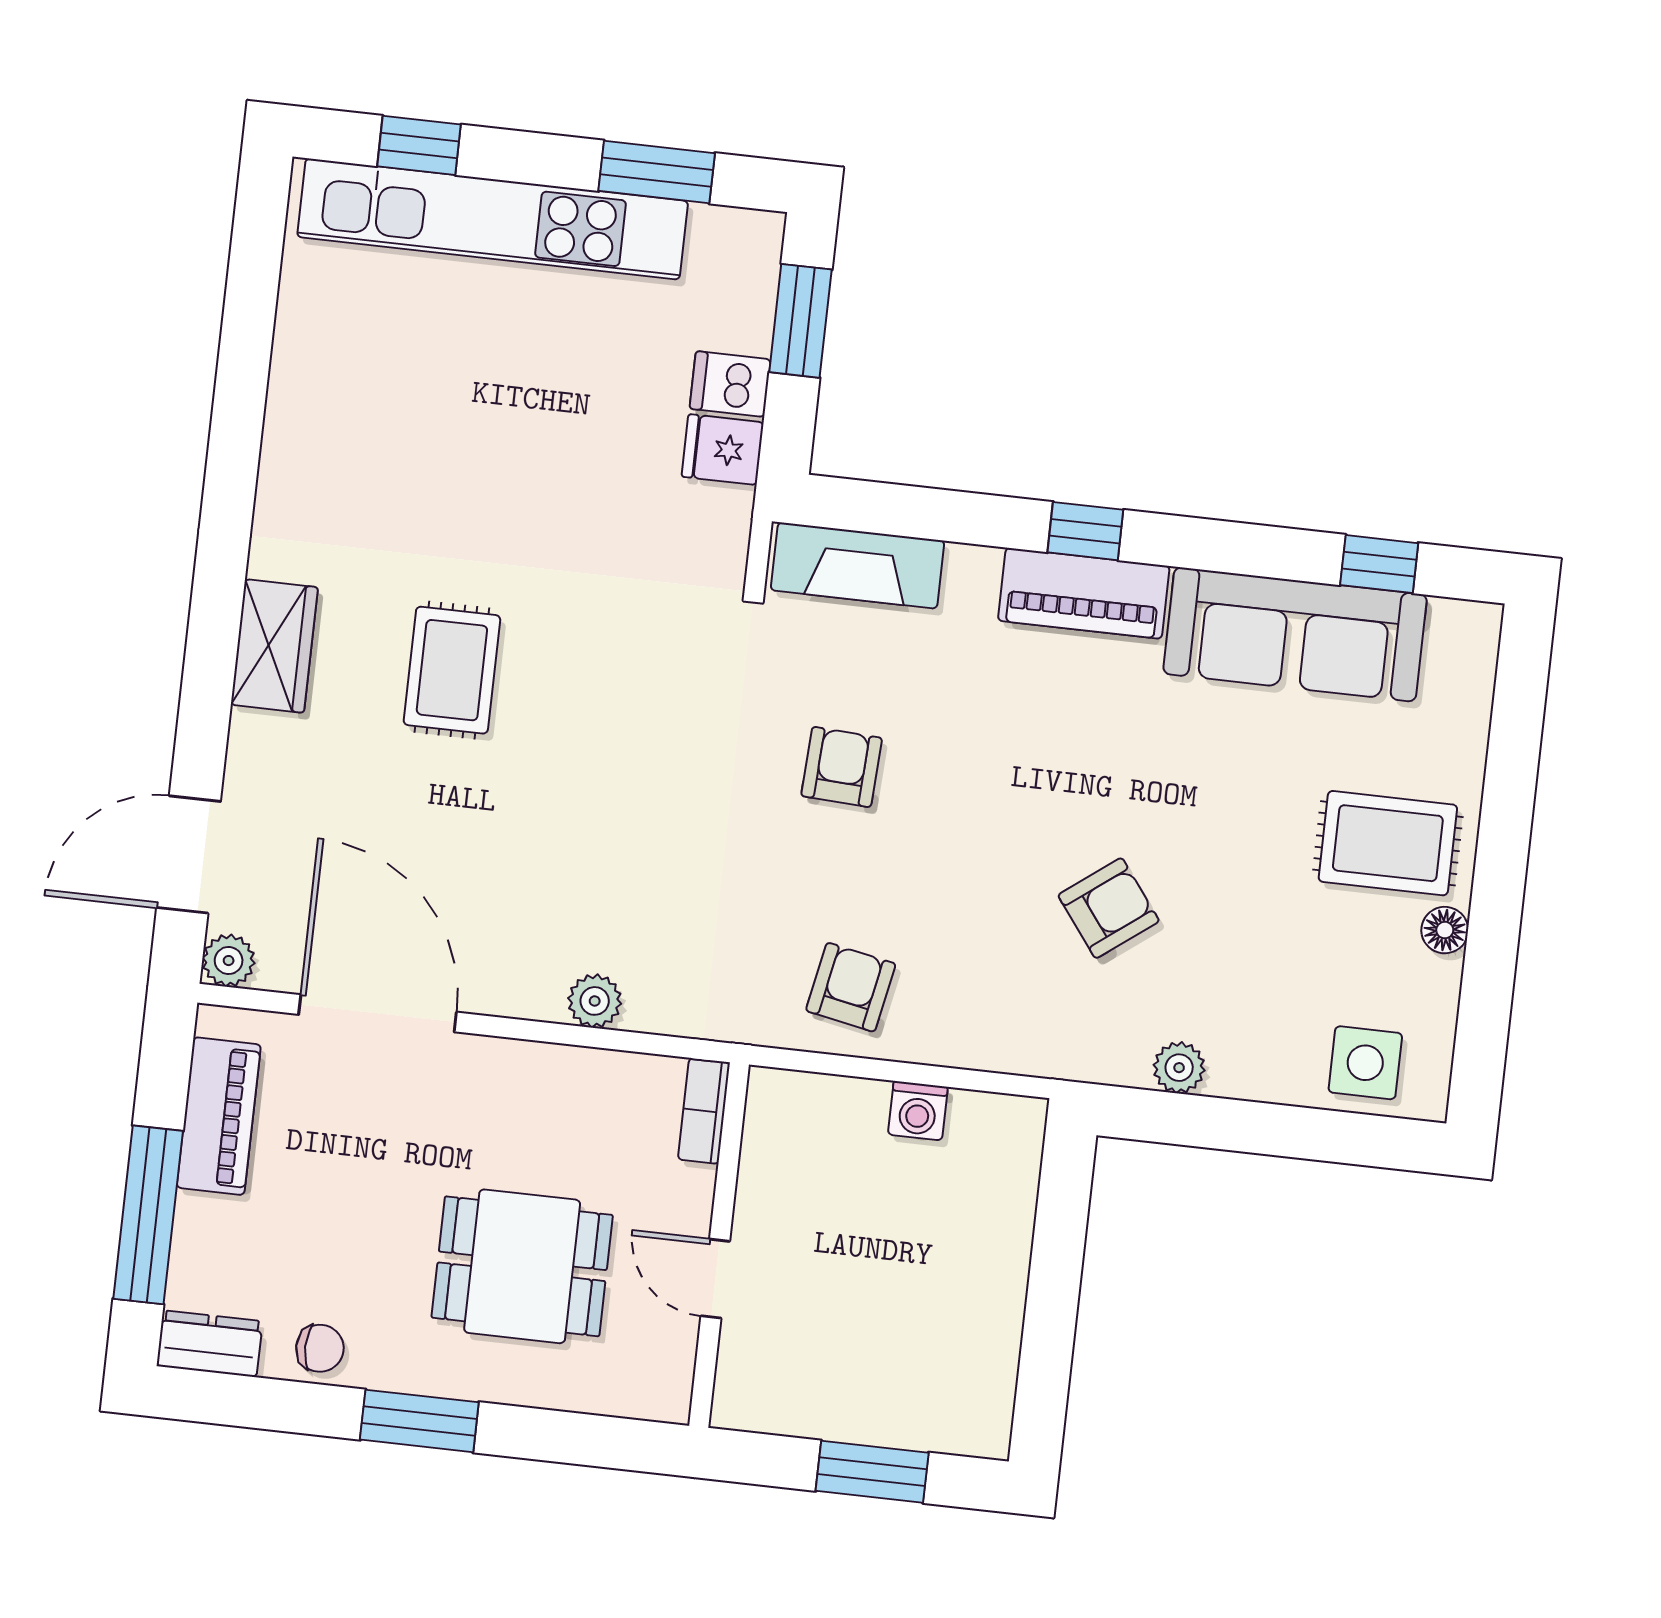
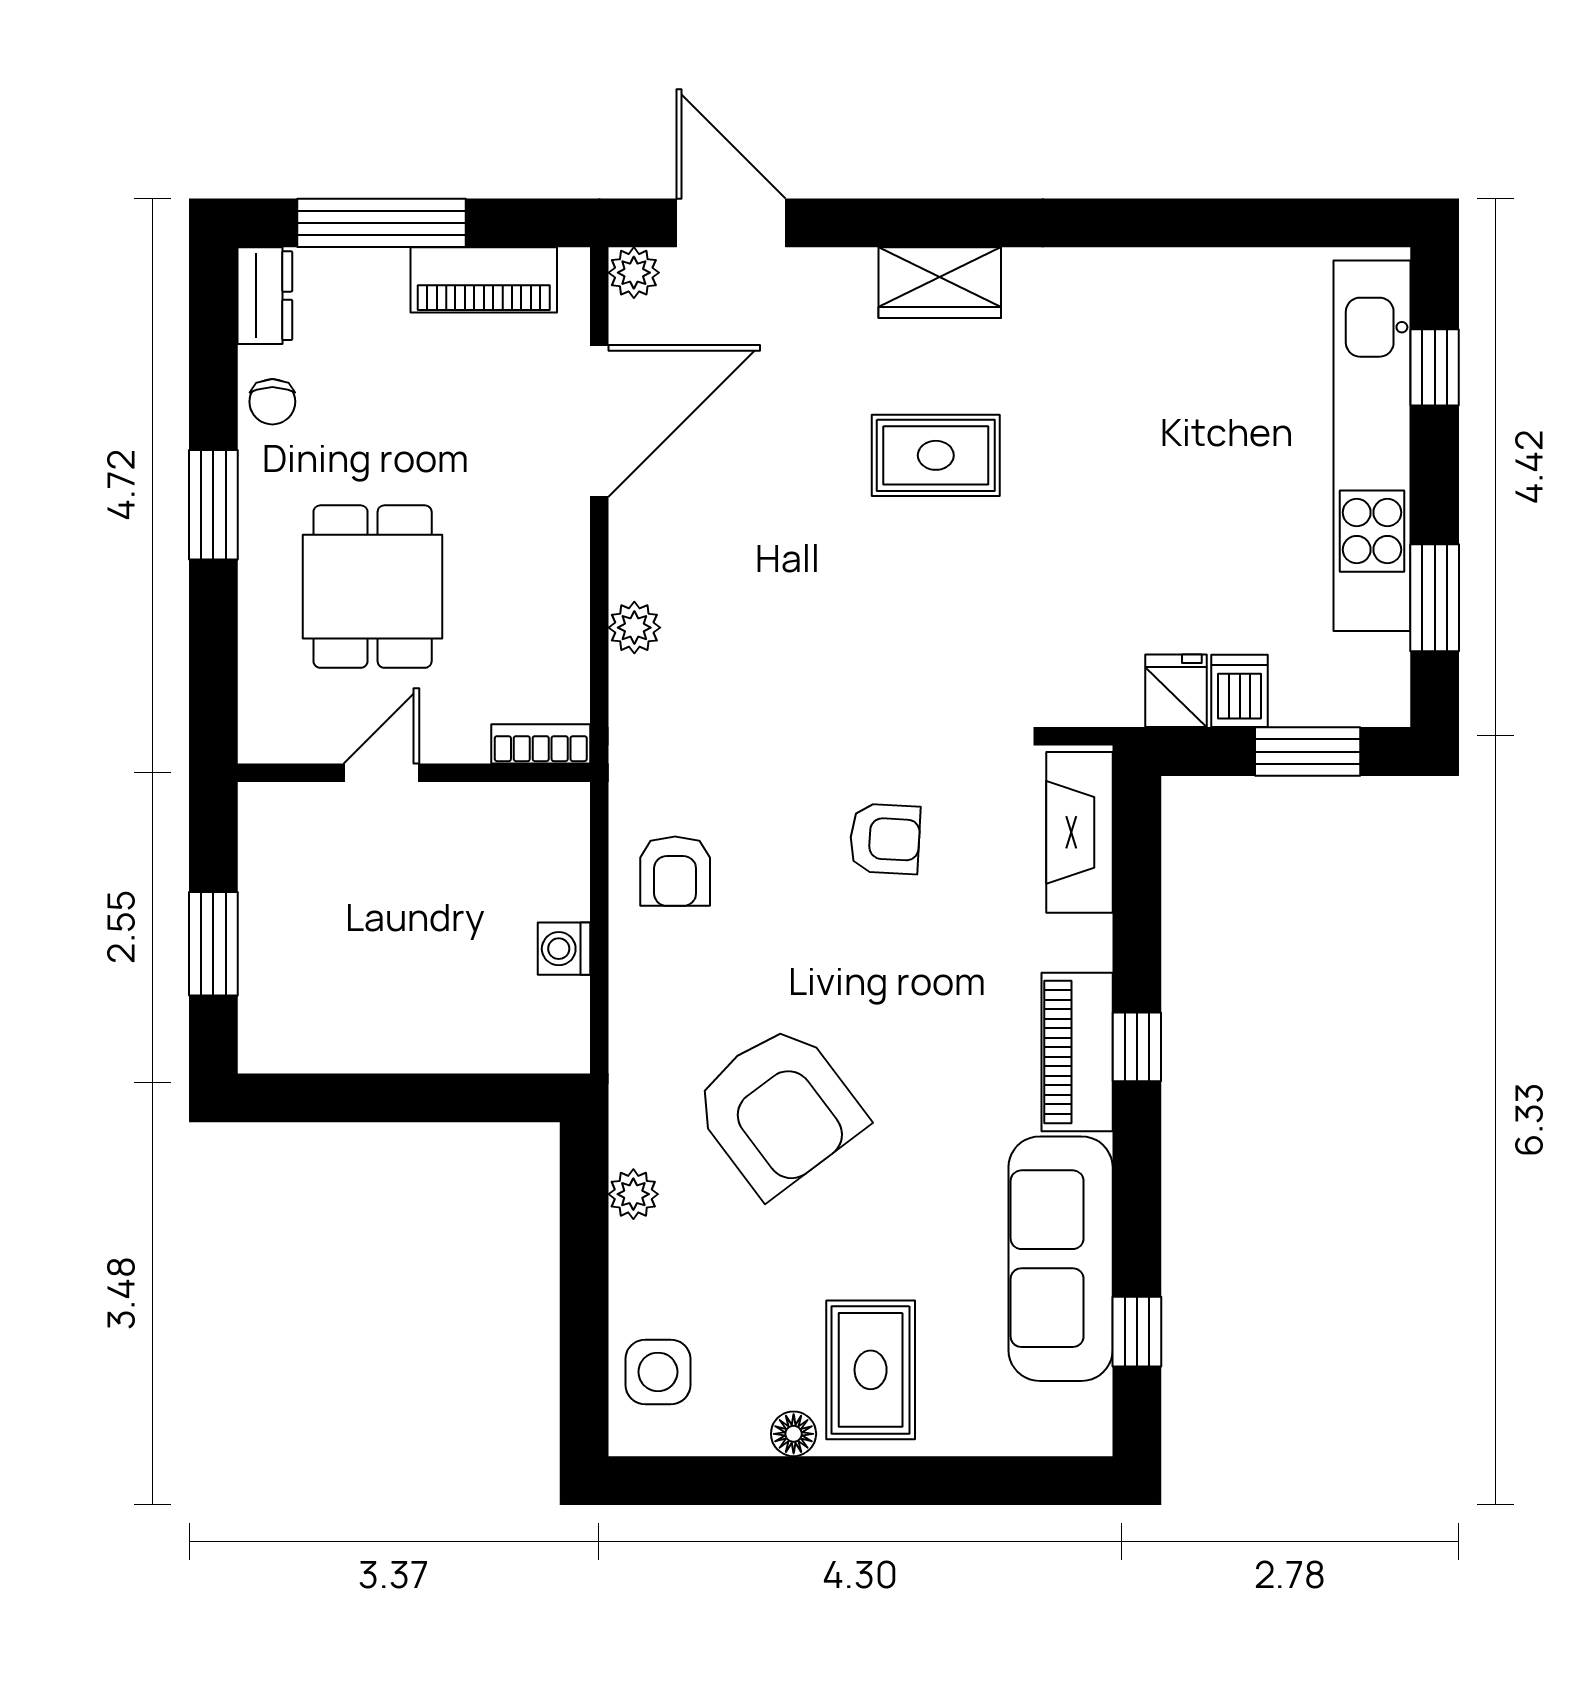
armchair: (1109, 908) -> (778, 1110), width x1.88, depth x1.88
armchair: (851, 987) -> (675, 871), turned 79

